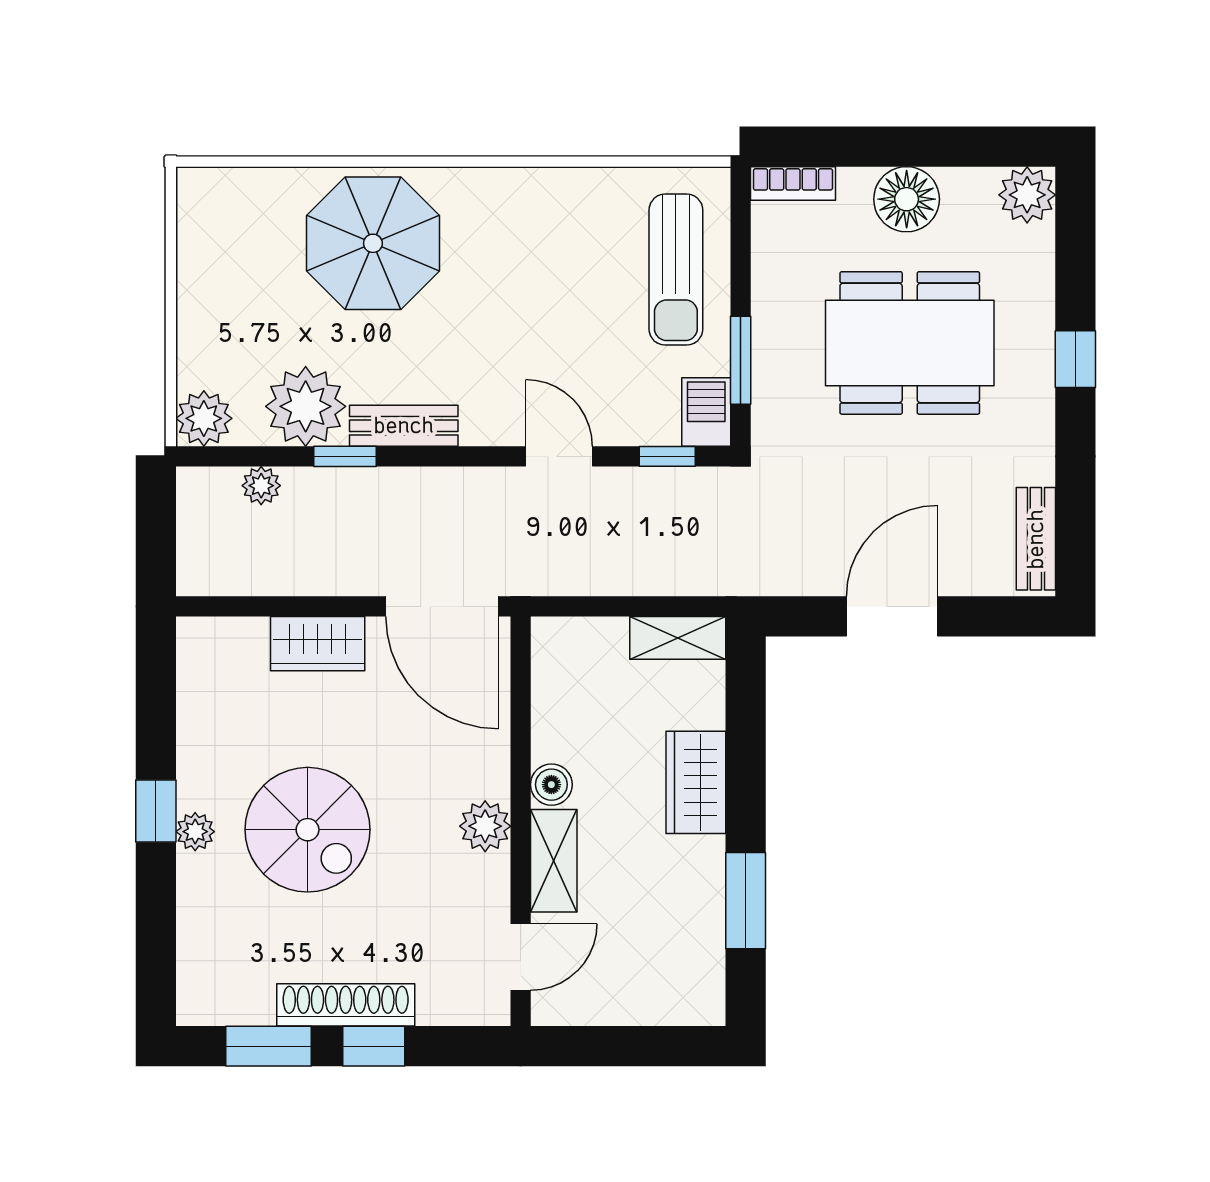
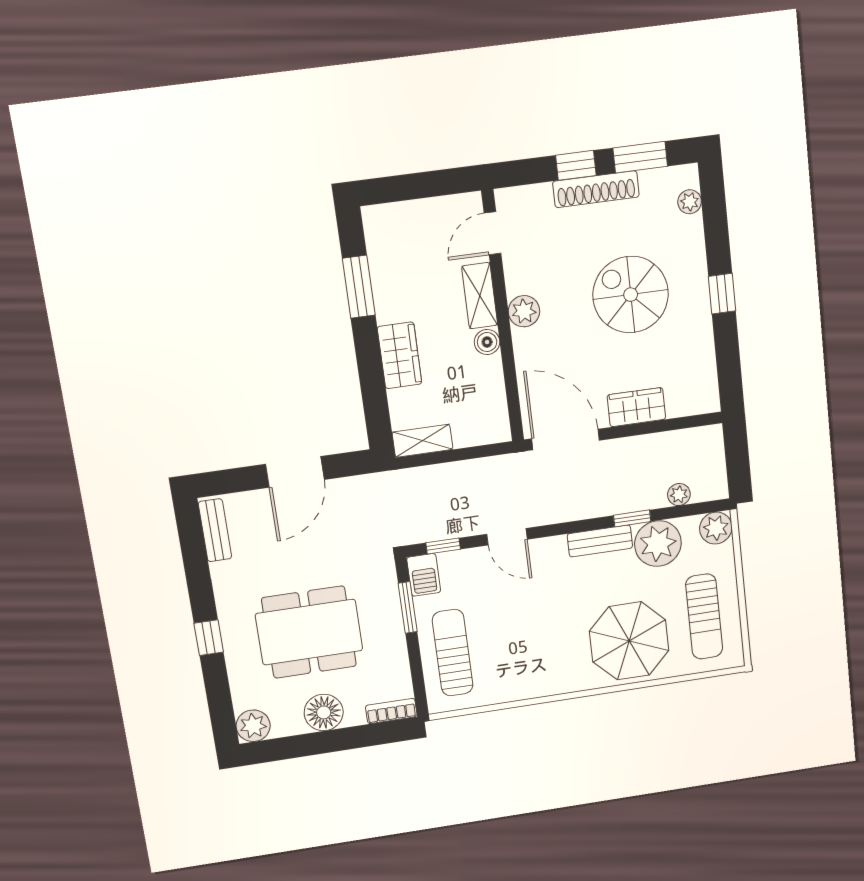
sun lounger: (239, 266) -> (704, 617), added
plant: (195, 832) -> (690, 202), moved

